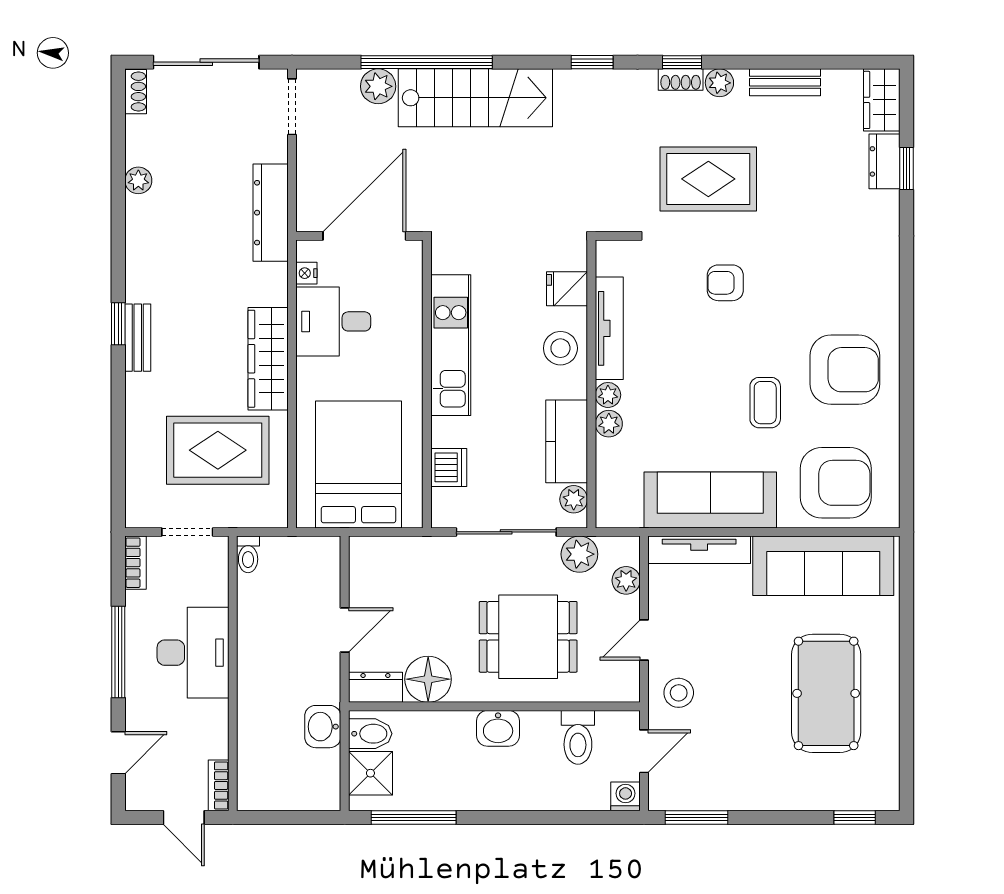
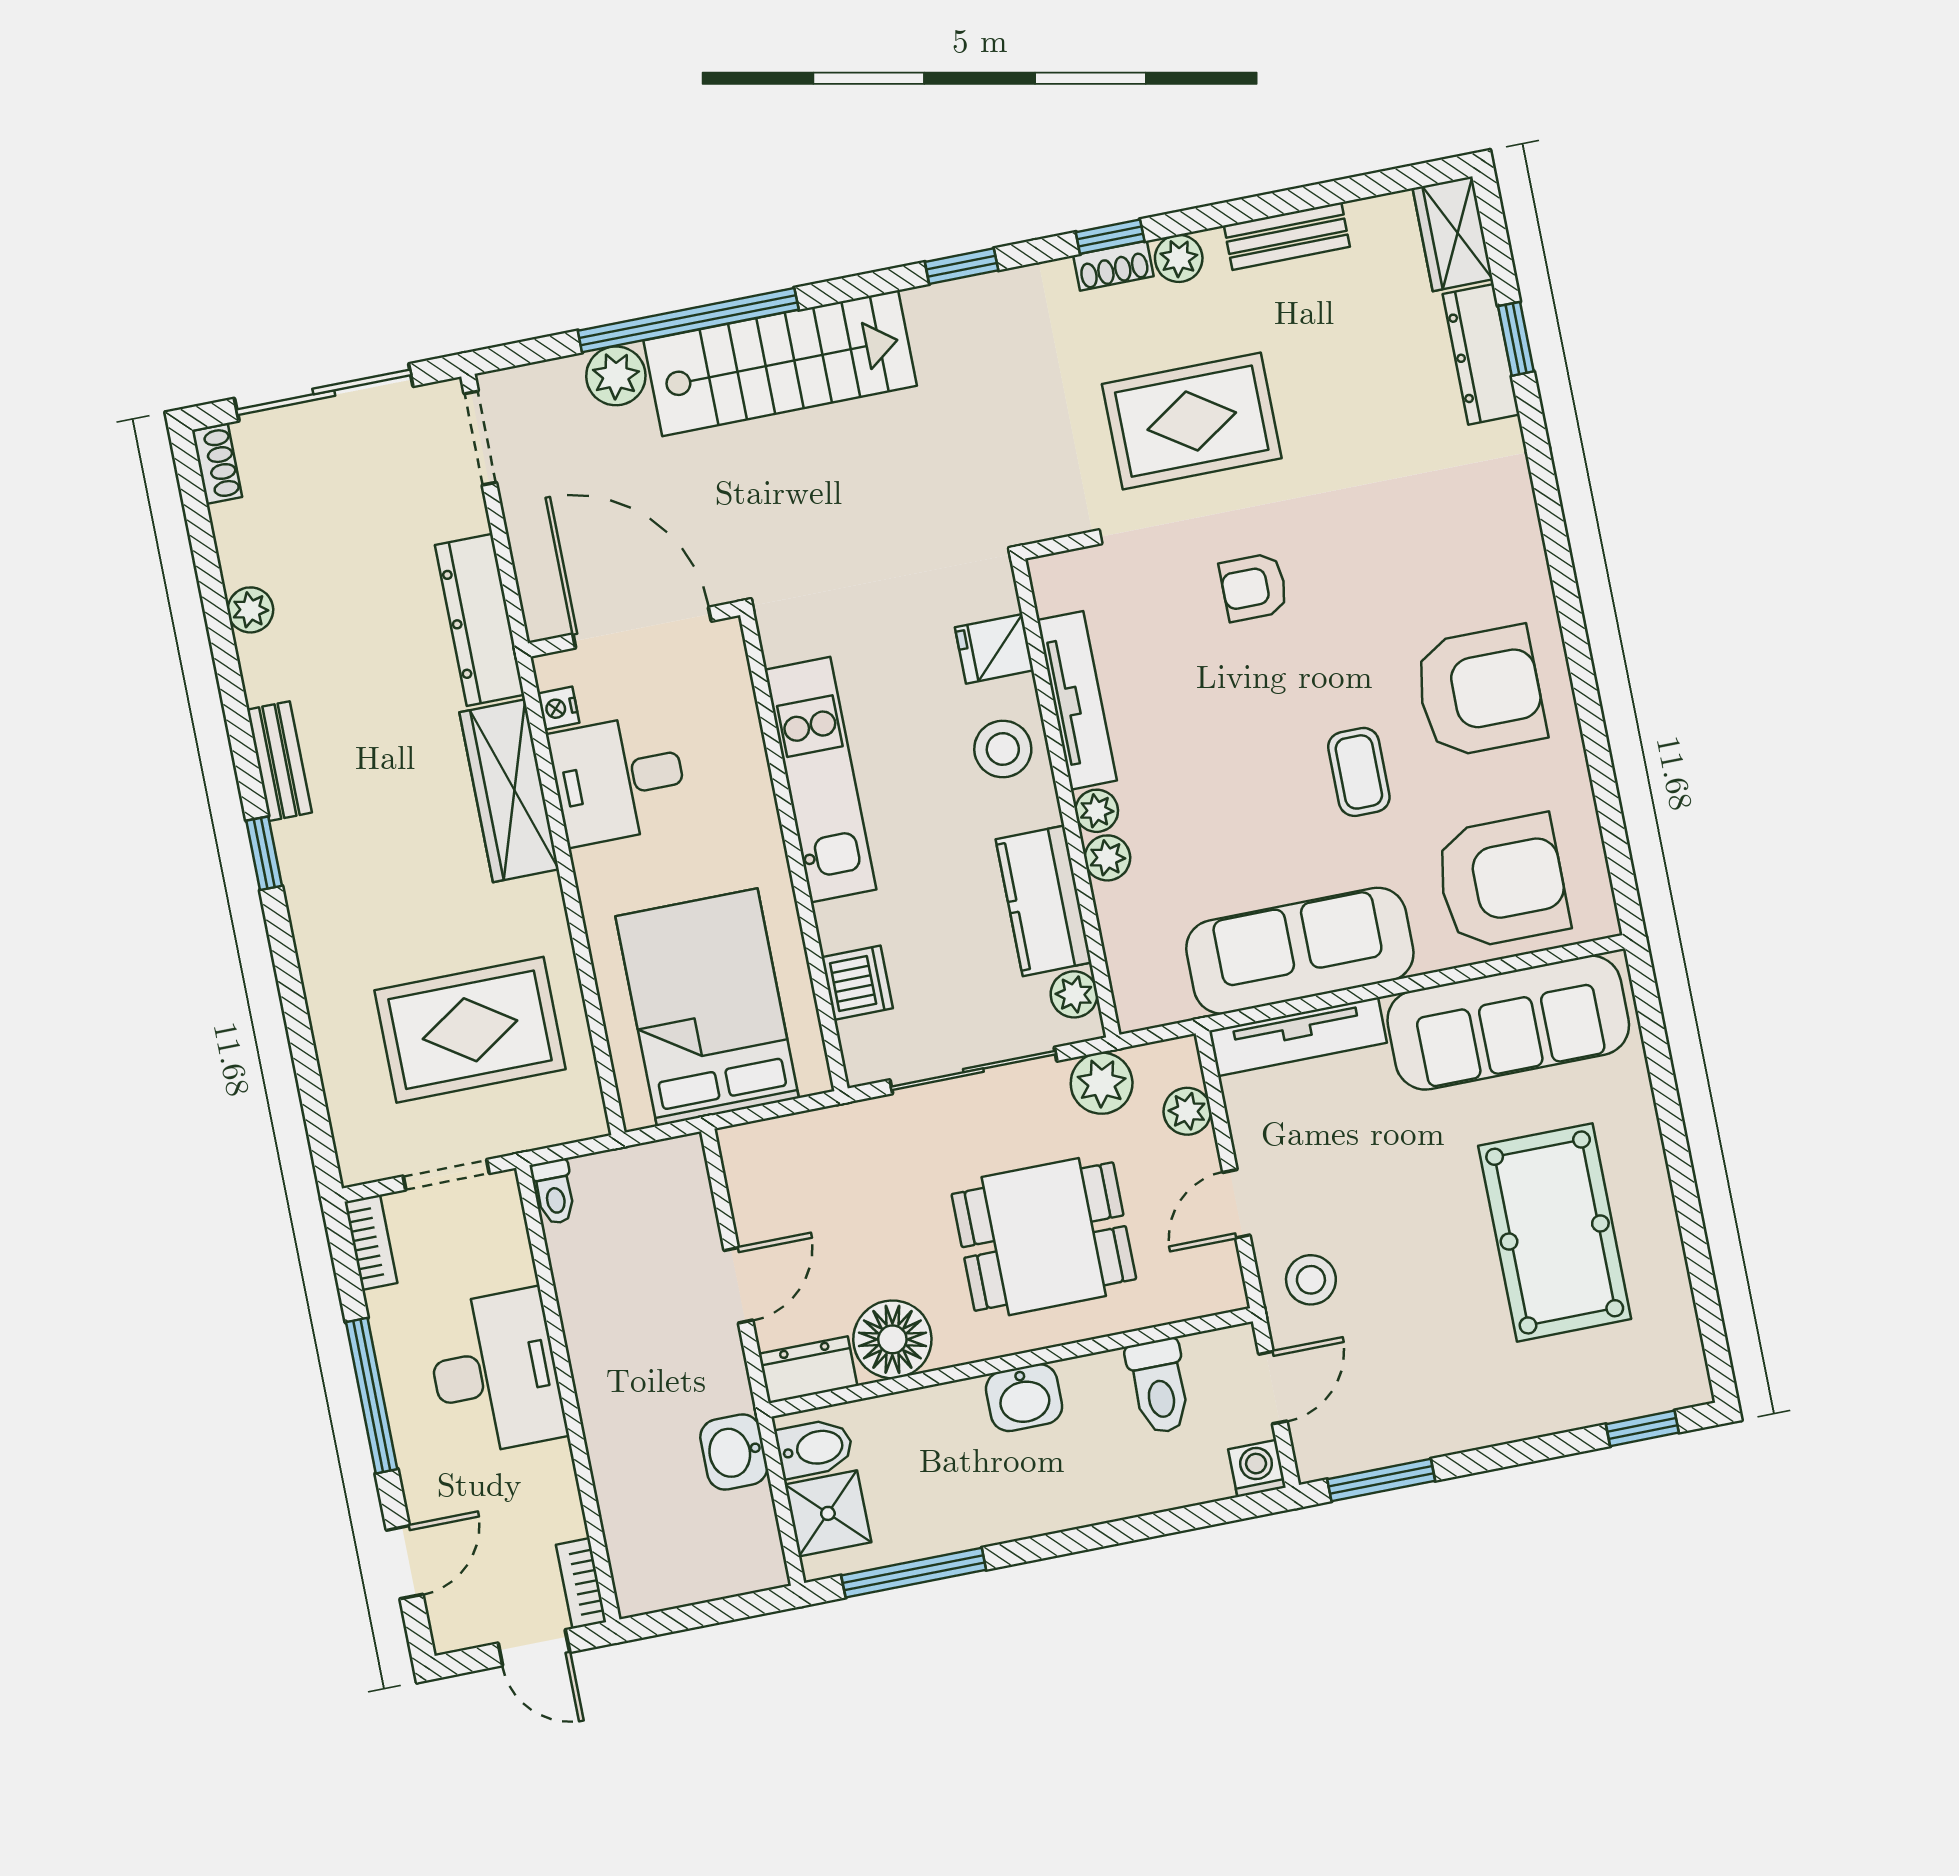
dresser: (885, 161) -> (1481, 354), width x1.44
door: (364, 236) -> (642, 628), hinge flipped
bench: (138, 338) -> (279, 761), moved
wardrobe: (268, 359) -> (509, 791), moved

